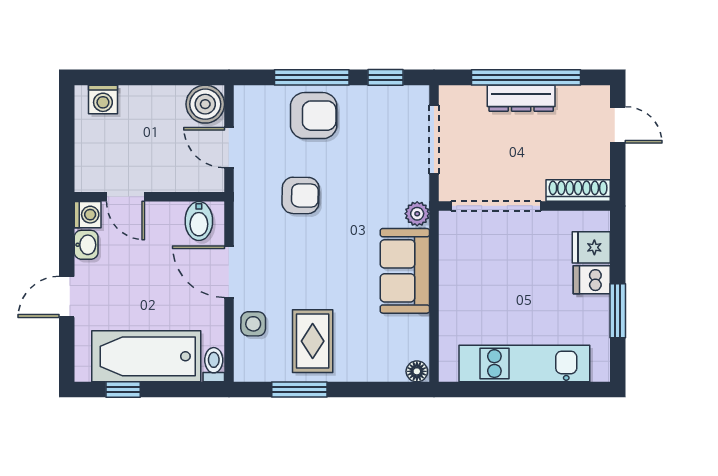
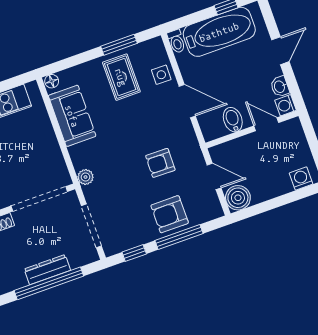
bidet: (199, 221) -> (233, 120), moved
sofa: (405, 271) -> (72, 116), moved

